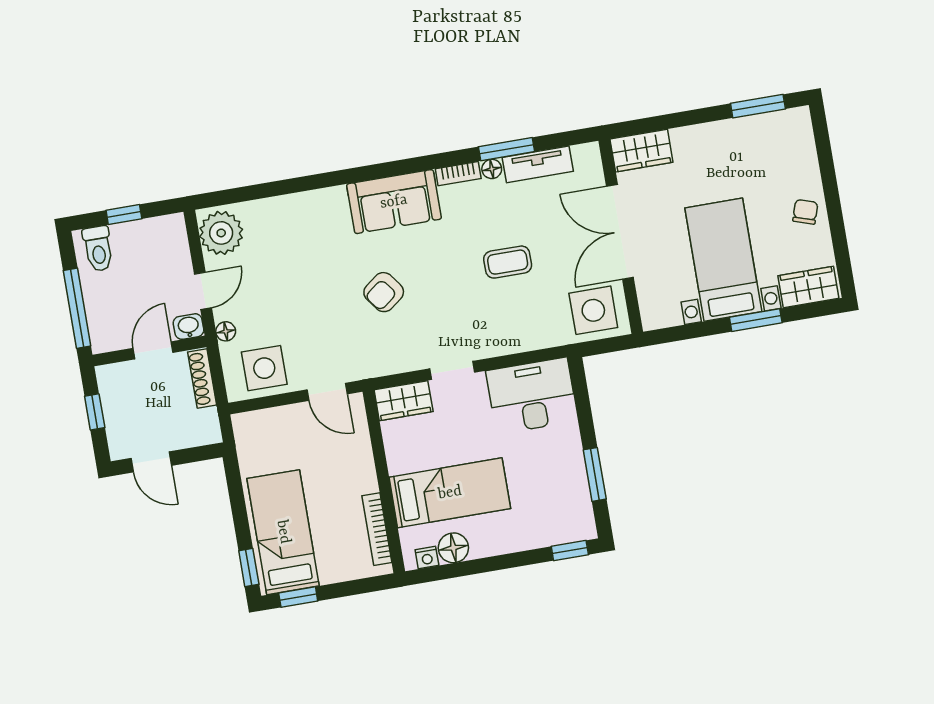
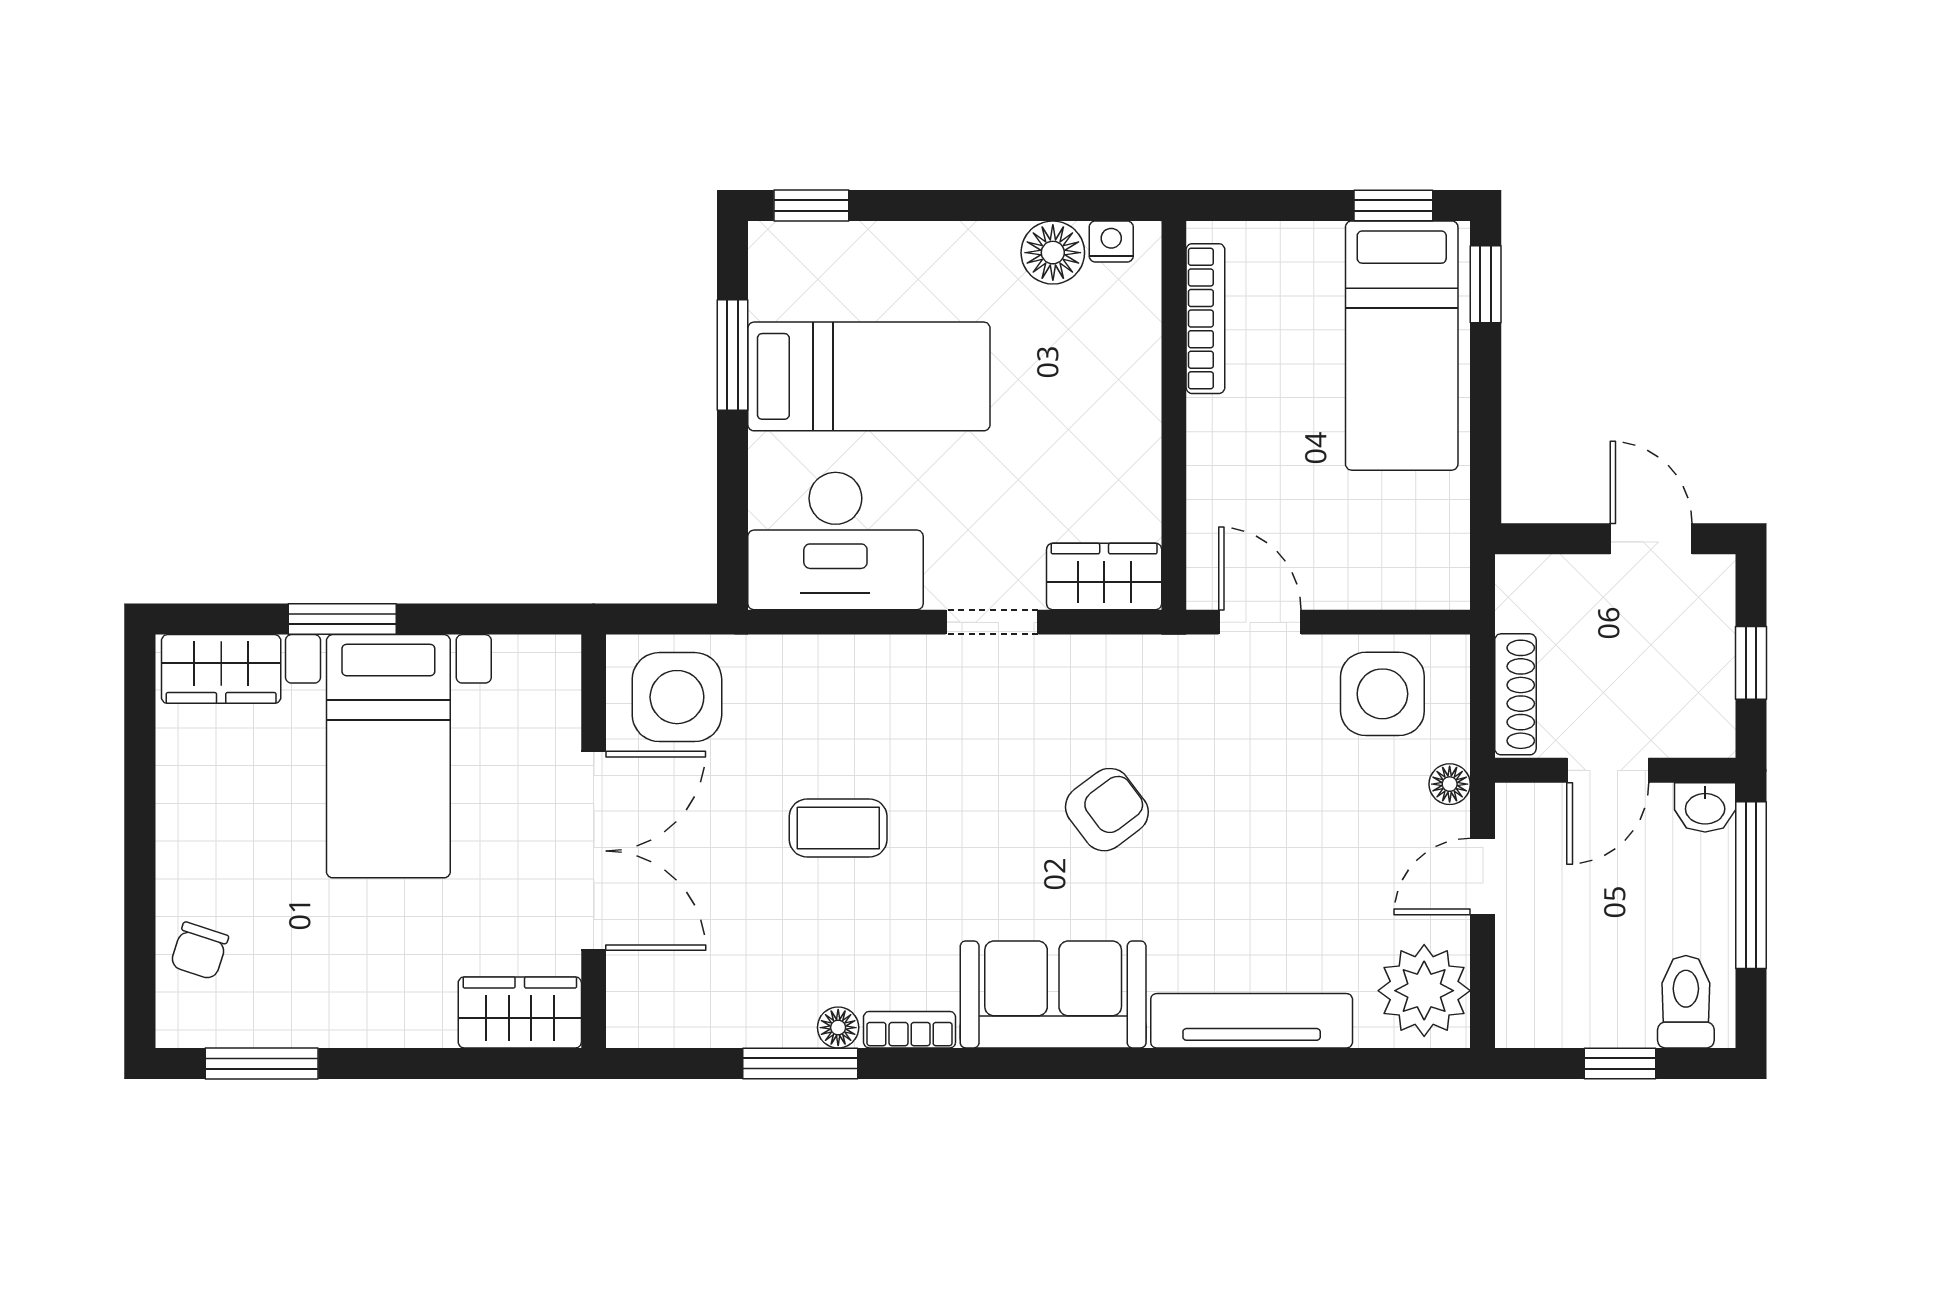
tv unit: (538, 164) -> (1252, 1021), moved, width x1.41
chair: (805, 212) -> (199, 951), moved
washbasin: (188, 327) -> (1705, 807), moved
bed: (450, 493) -> (869, 376), moved, turned 180

